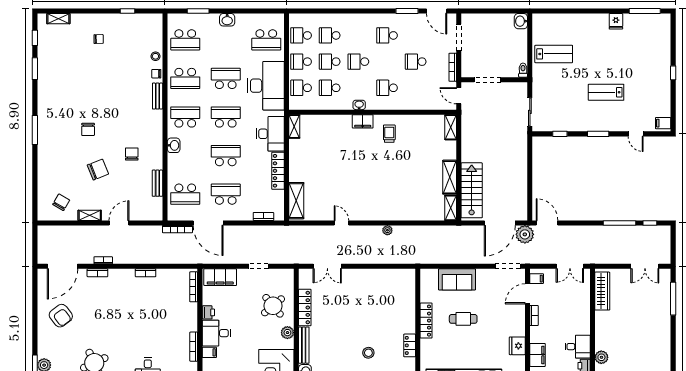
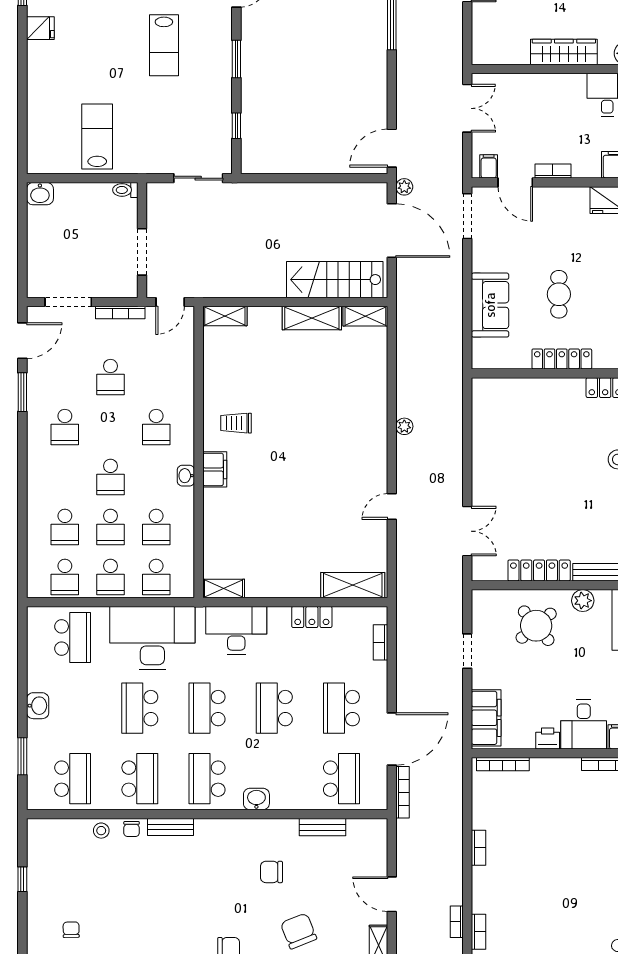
locker: (278, 171) -> (312, 617), width x0.66
plant: (525, 234) -> (404, 187), width x0.53, depth x0.53
wardrobe: (602, 291) -> (564, 52), moved

